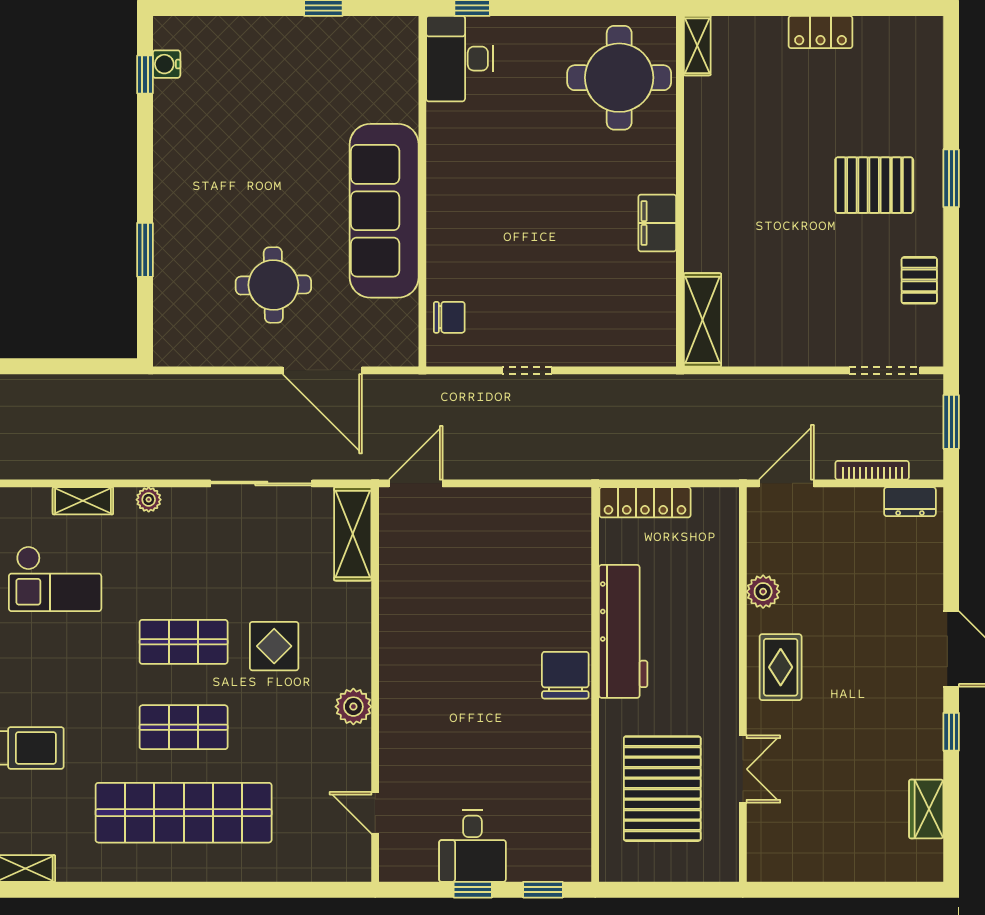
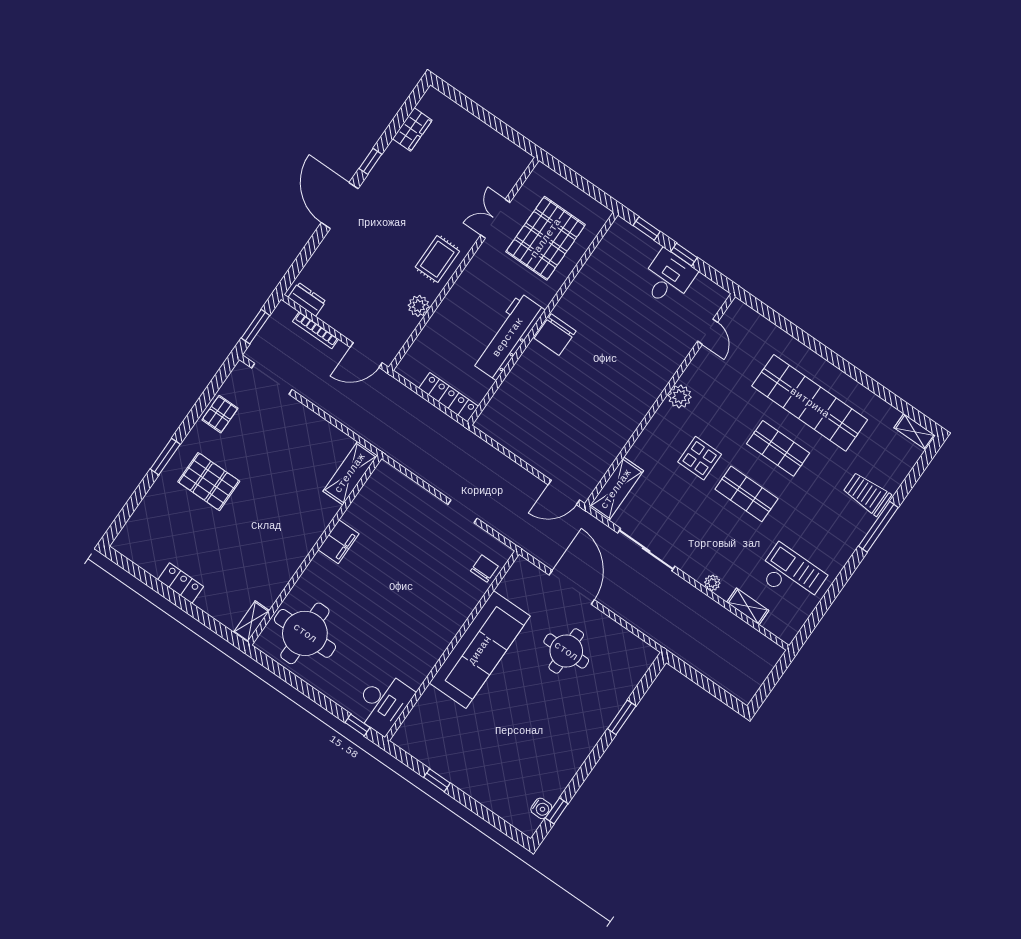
chair: (449, 317) -> (484, 569), turned 90

